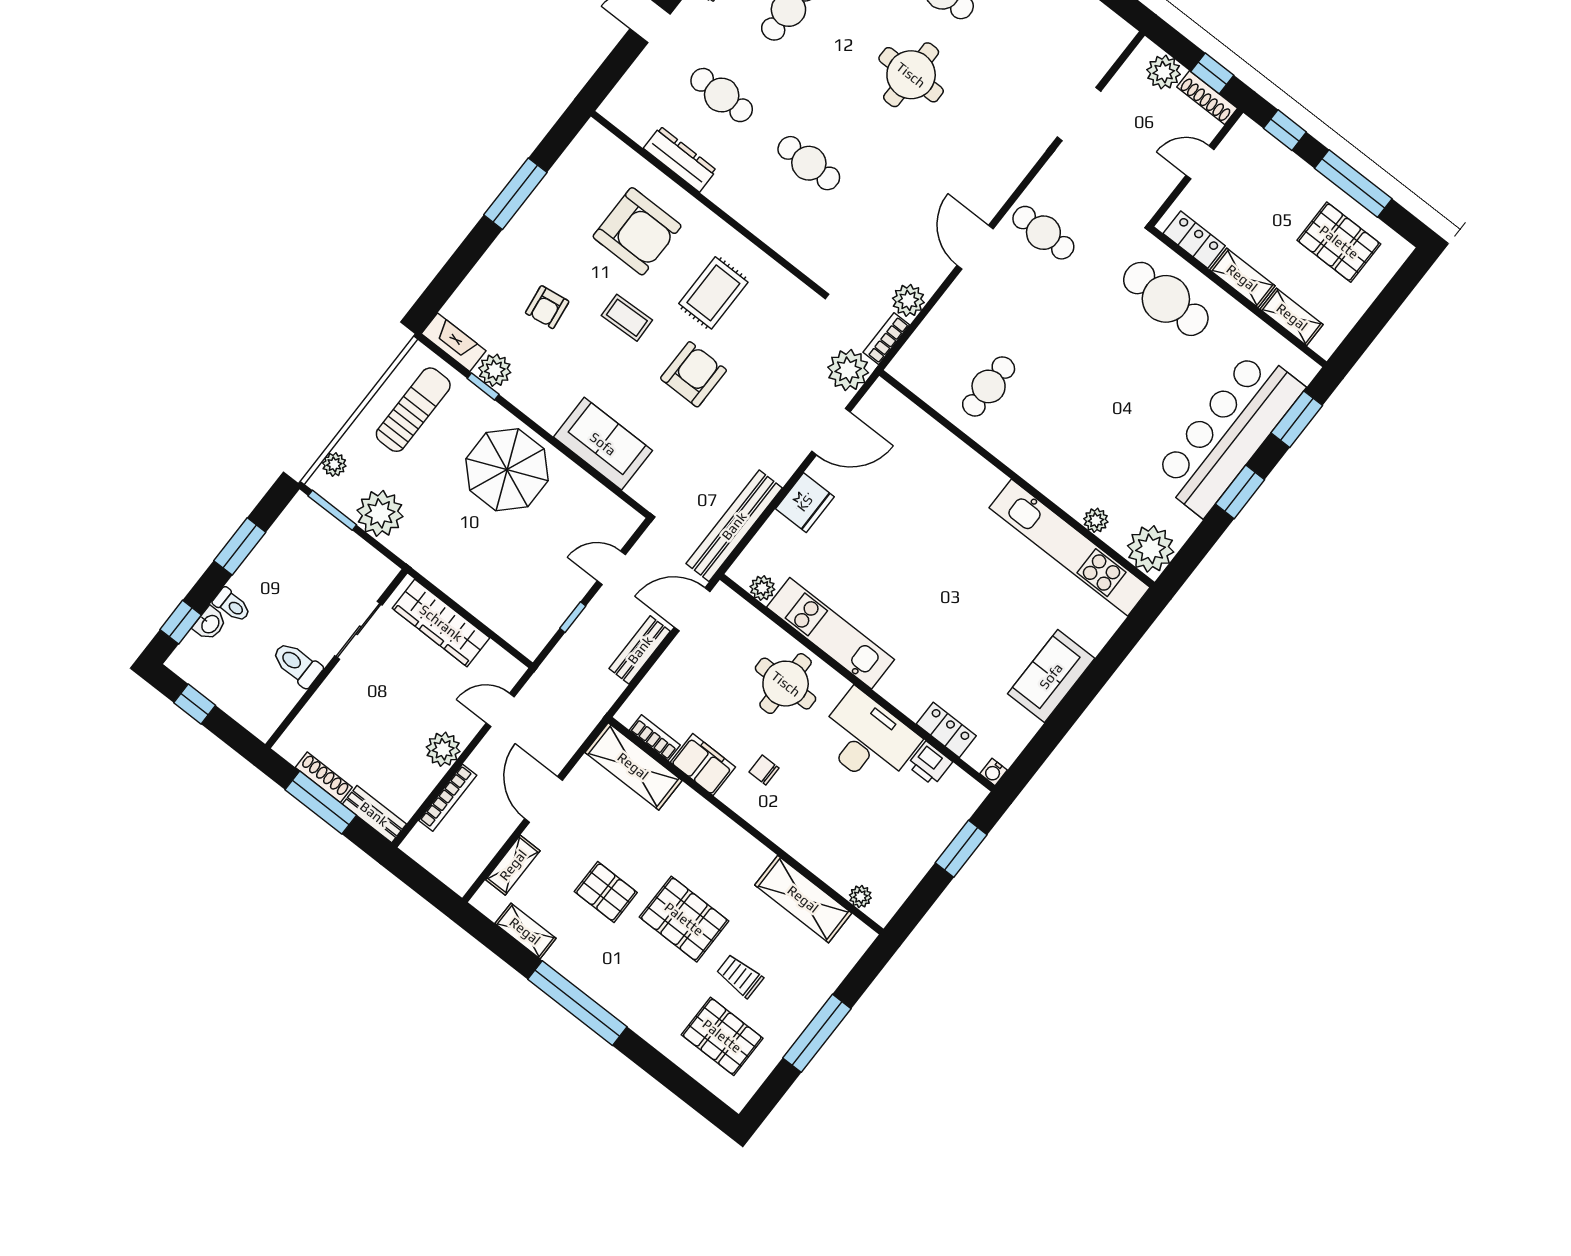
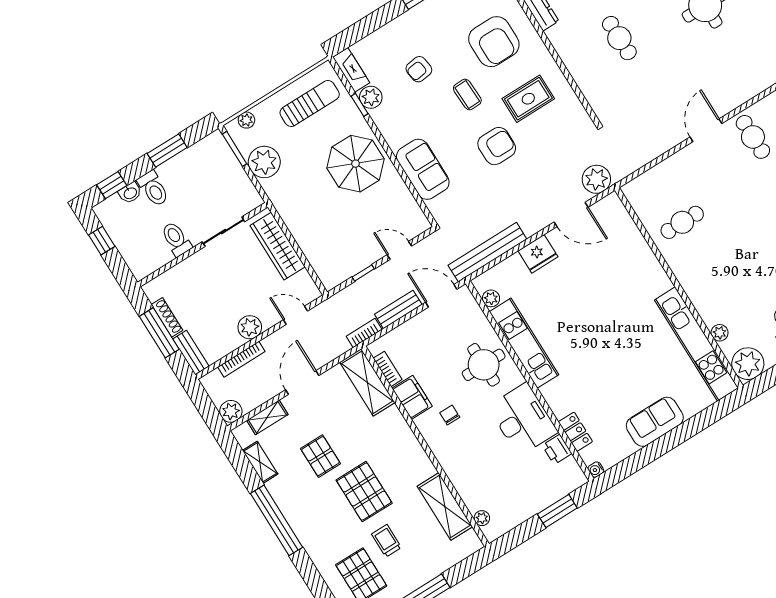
plant: (908, 300) -> (231, 411), moved
bookcase: (886, 339) -> (364, 333), moved
toilet: (232, 605) -> (153, 189), width x1.37, depth x1.39

